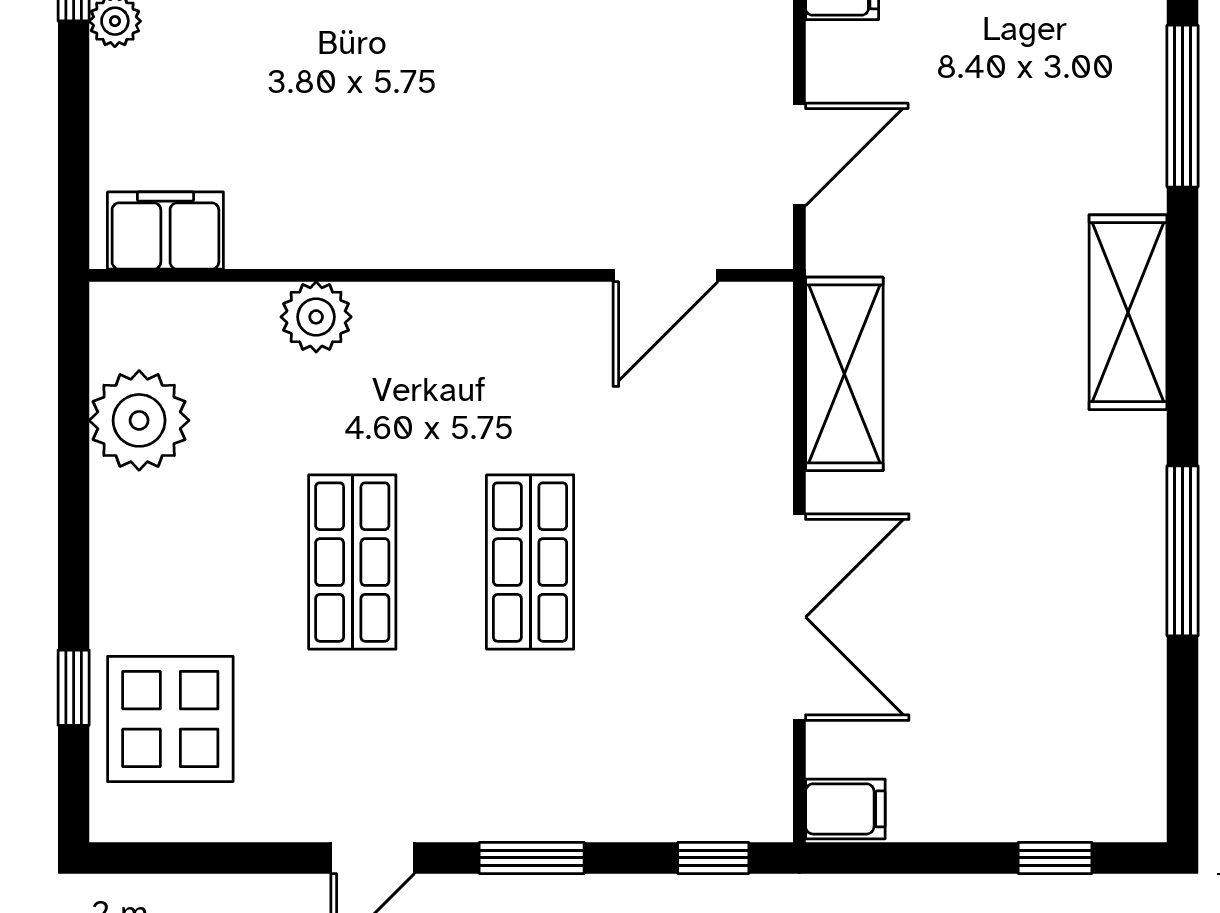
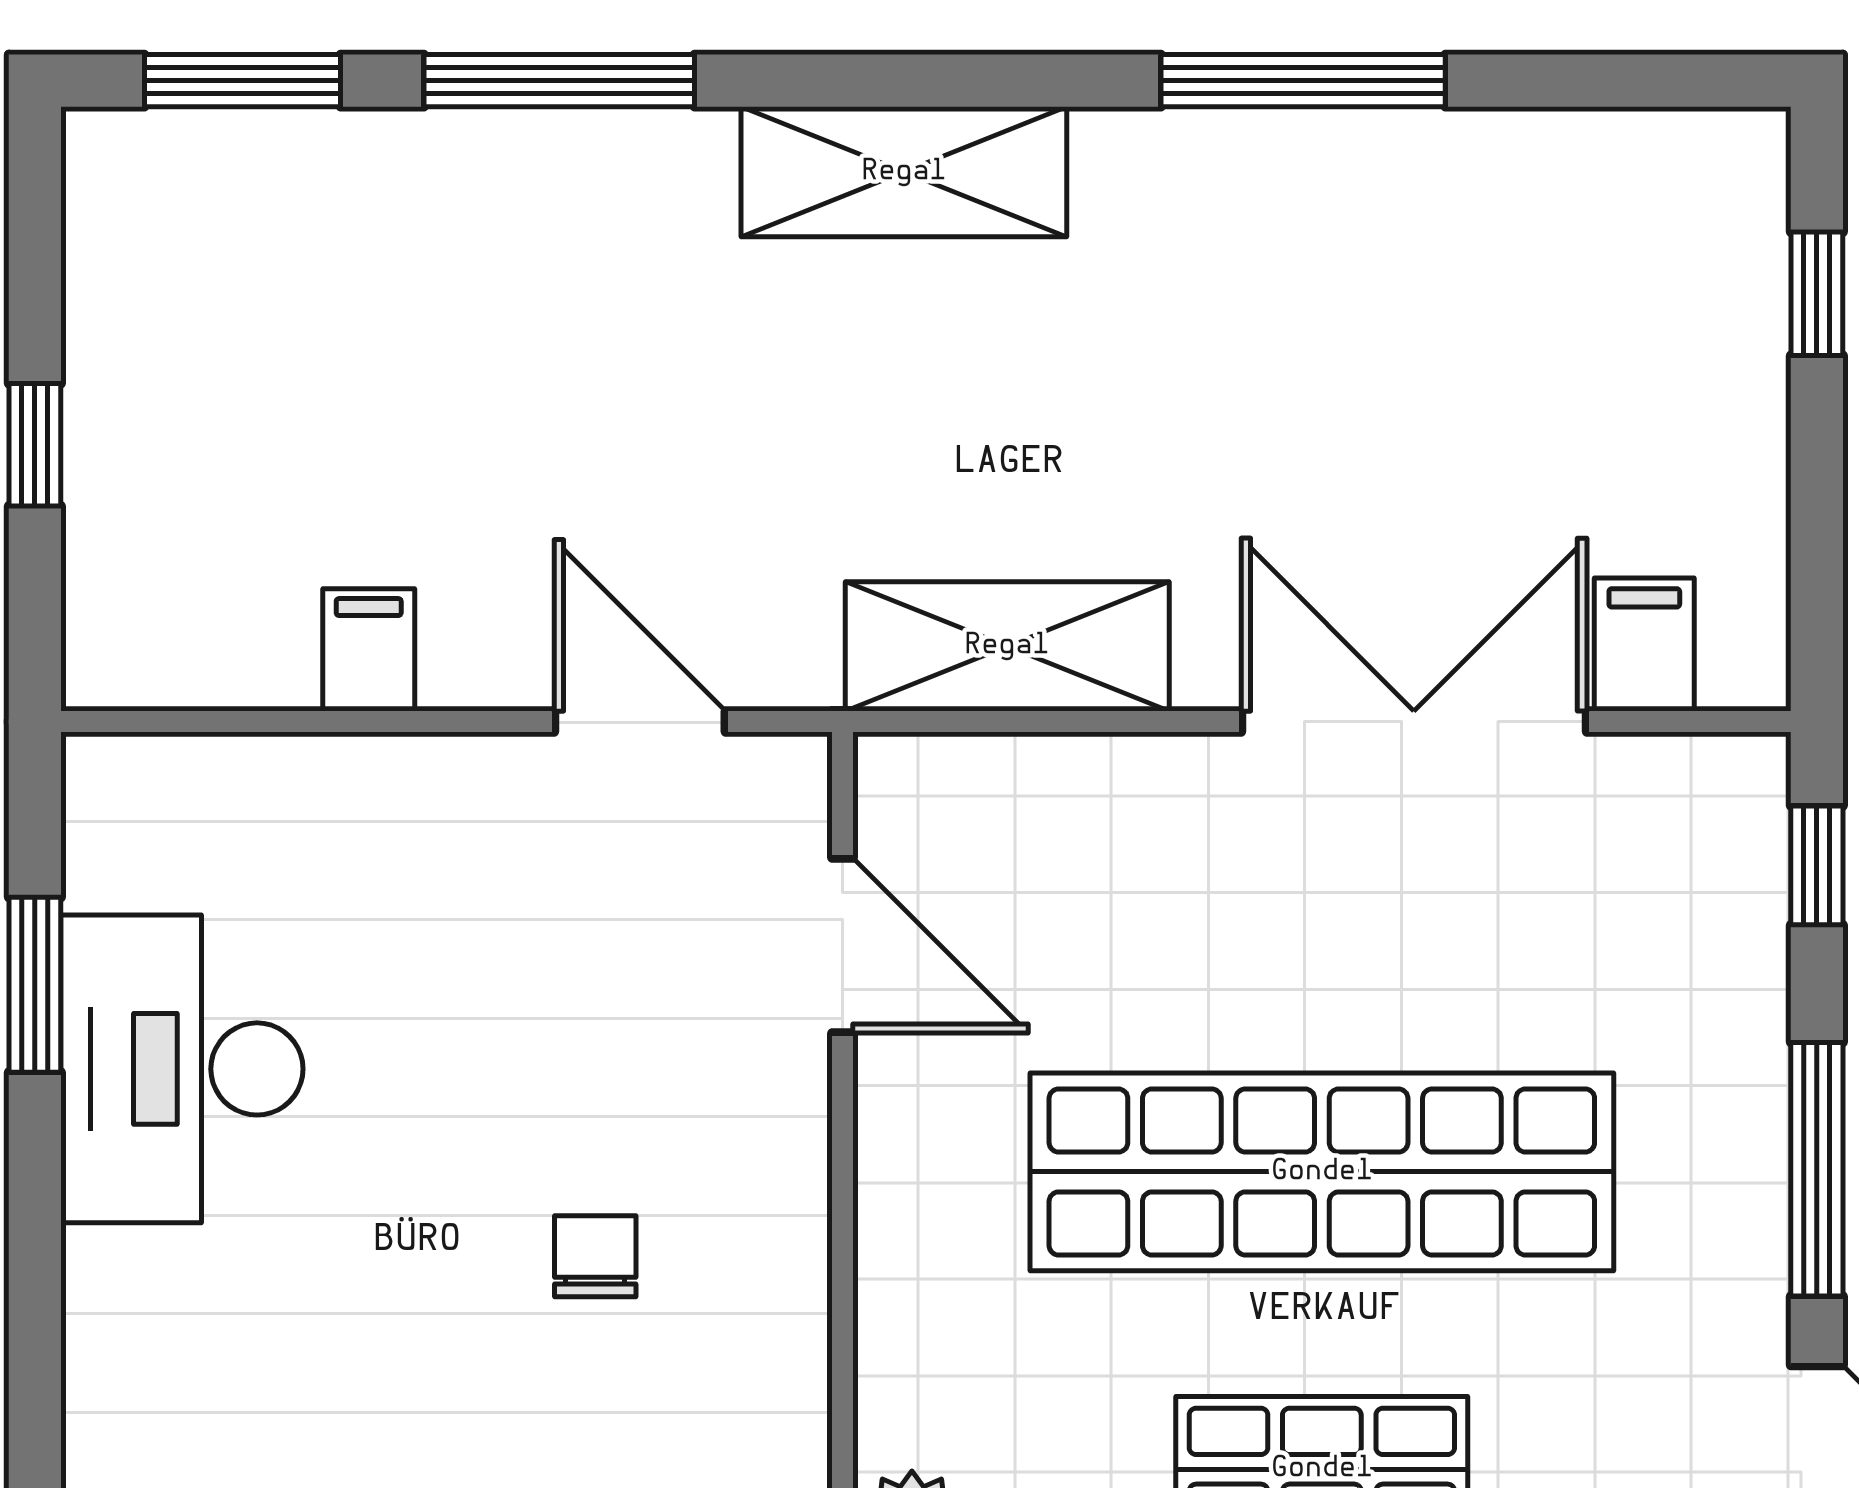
chair: (480, 128) -> (595, 1256), added
shop shelf: (530, 562) -> (1322, 1172), width x2.00, depth x1.36
filing cabinet: (845, 809) -> (1644, 644), moved
window: (532, 858) -> (1817, 1169), width x1.44

